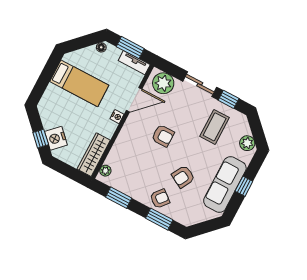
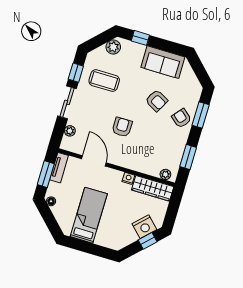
plant: (163, 83) -> (70, 131), width x0.53, depth x0.53
nightstand: (117, 117) -> (128, 178), moved
sofa: (225, 185) -> (163, 62), width x0.73
window: (244, 186) -> (140, 38), moved

